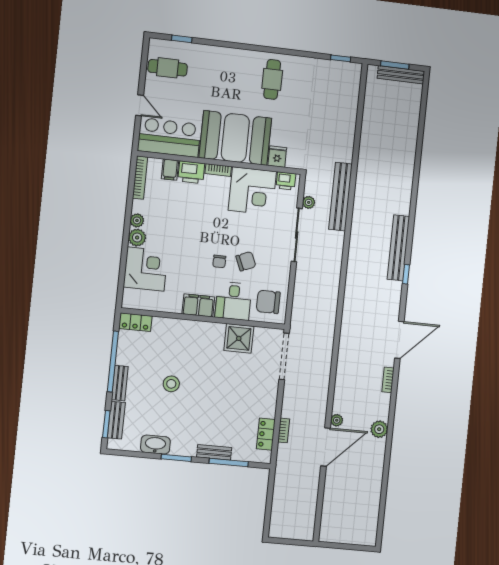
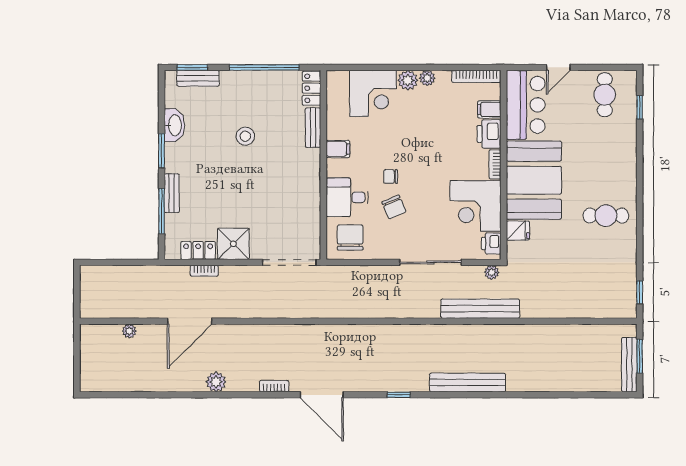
plant: (309, 202) -> (492, 272), moved
bench: (398, 248) -> (467, 383), moved
filing cabinet: (198, 305) -> (338, 149), width x0.50
shower: (239, 338) -> (233, 244), moved
bench: (120, 383) -> (313, 128), moved, turned 90
plant: (337, 420) -> (129, 331), moved
door: (325, 447) -> (190, 321), hinge flipped

